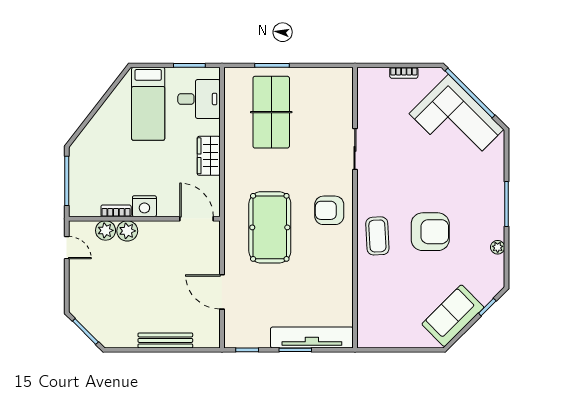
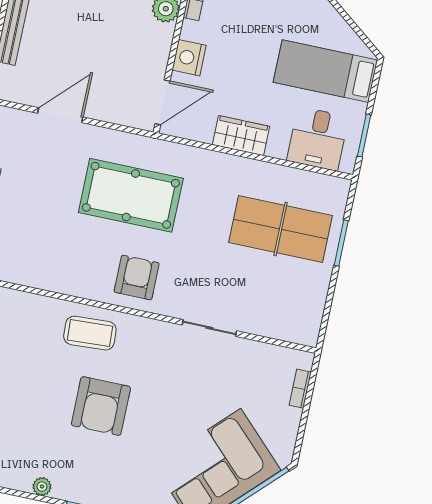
bookcase: (404, 73) -> (300, 389), moved
nightstand: (144, 206) -> (189, 58), moved
armchair: (430, 232) -> (101, 406), moved

